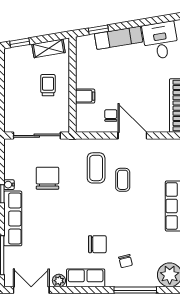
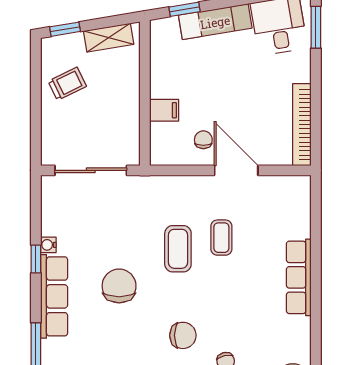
trolley: (48, 85) -> (67, 84), moved, turned 64
coffee table: (96, 168) -> (178, 249), moved
chair: (47, 178) -> (119, 286), moved

